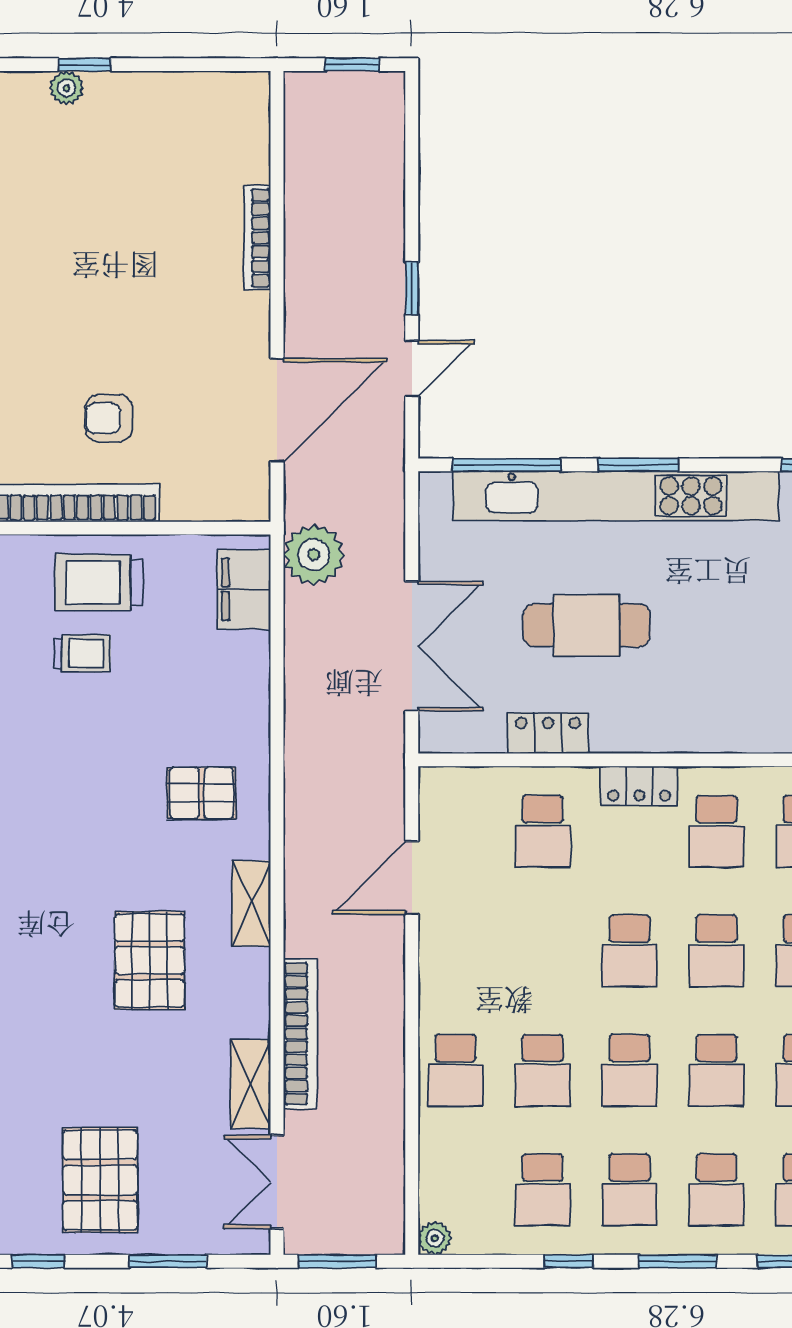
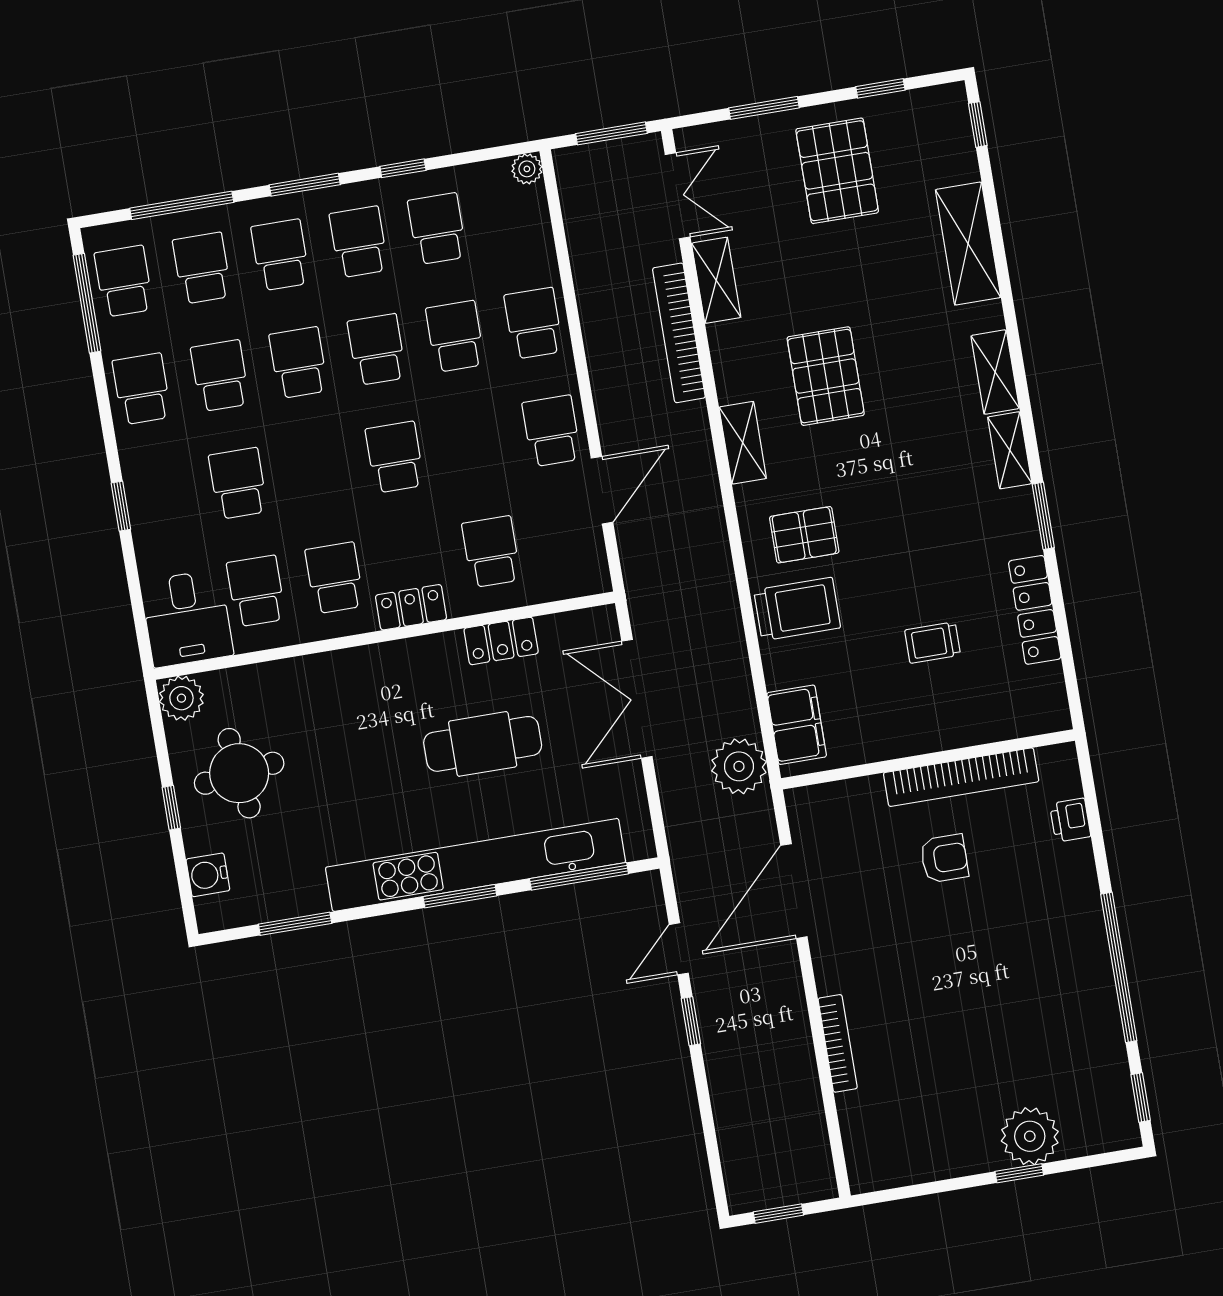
plant: (67, 88) -> (1030, 1136), width x1.88, depth x1.88
trolley: (99, 582) -> (797, 609), moved
school desk: (717, 951) -> (552, 431), moved

